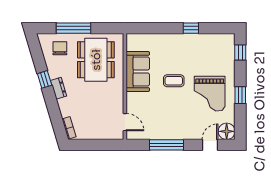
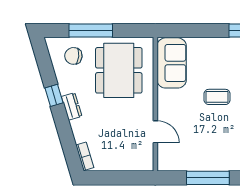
chair: (60, 48) -> (73, 56), turned -84
sofa: (138, 71) -> (172, 63), moved
door: (125, 122) -> (155, 132), moved

